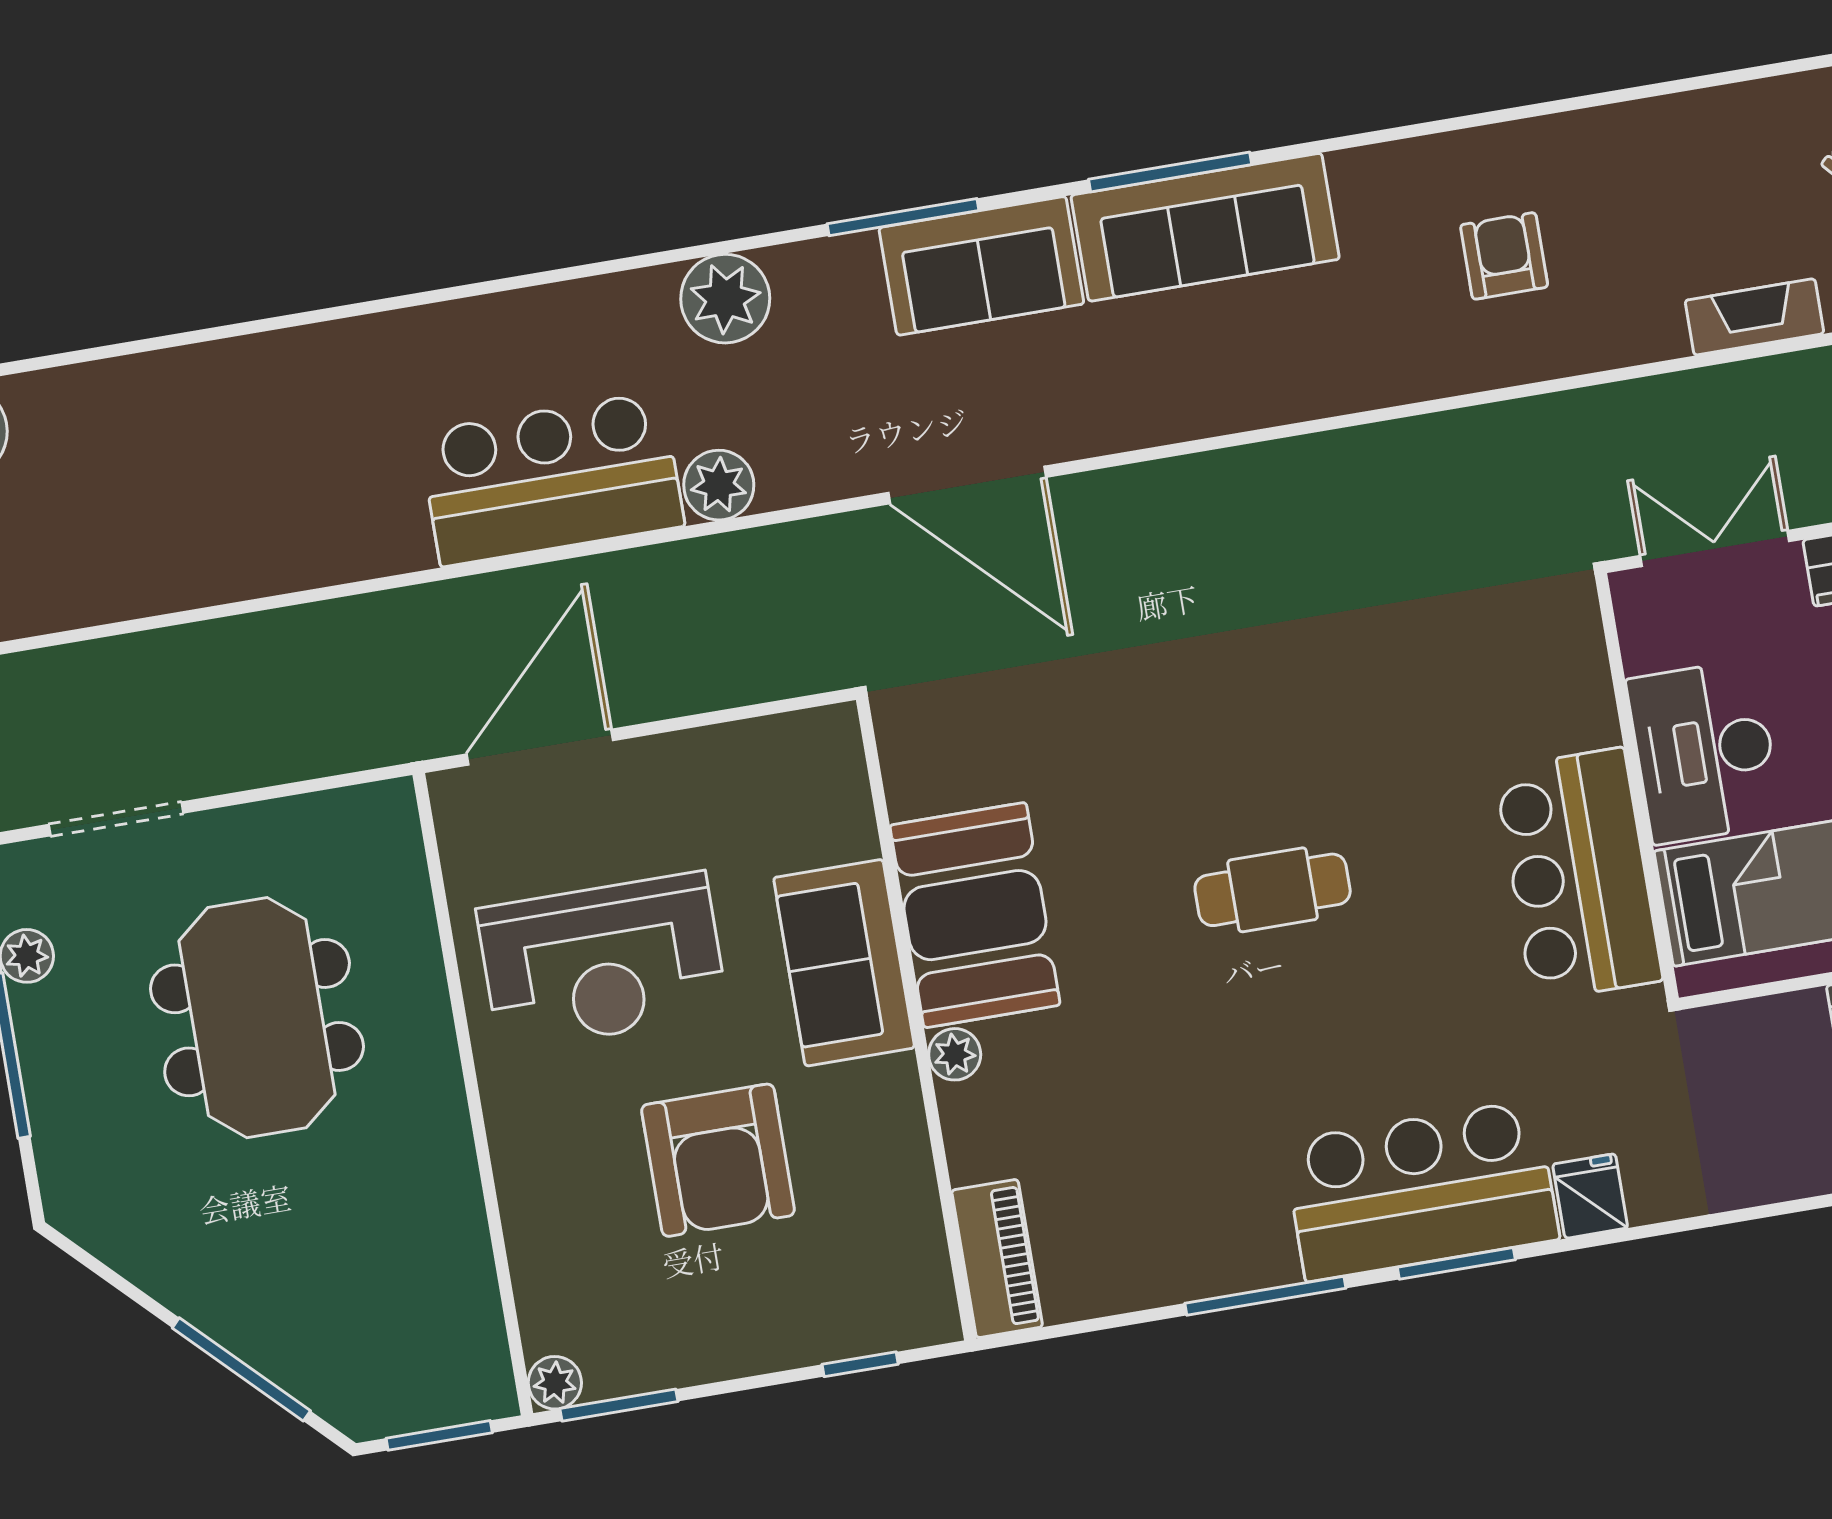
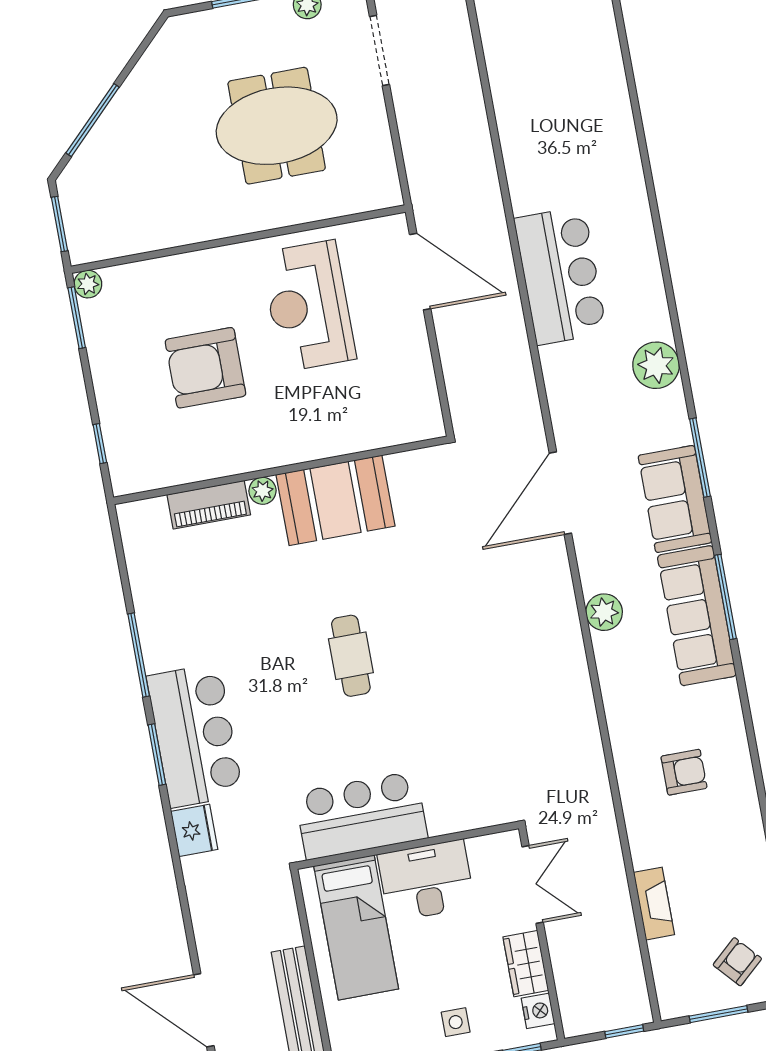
plant: (719, 485) -> (604, 612), moved
sofa: (844, 963) -> (310, 432), removed
fridge: (1590, 1196) -> (194, 830), width x1.38
piano: (997, 1259) -> (209, 505), moved

